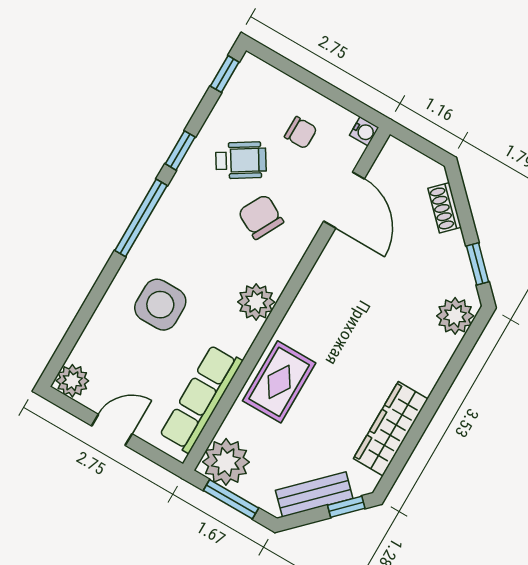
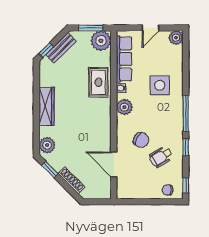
water cooler: (364, 131) -> (121, 88), moved
chair: (301, 133) -> (168, 190), moved
shoe rack: (445, 208) -> (71, 180), width x1.43
wardrobe: (391, 429) -> (47, 106), moved

